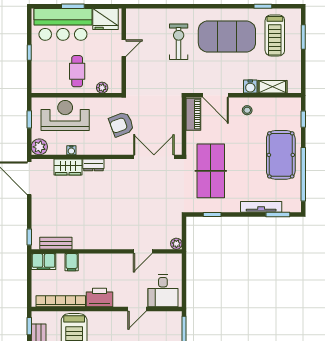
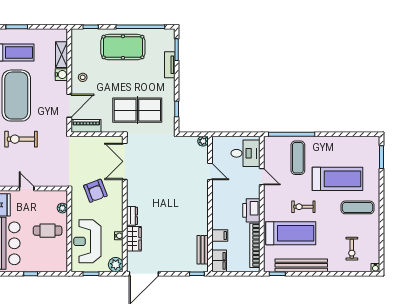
tv unit: (261, 207) -> (170, 65), width x0.71

